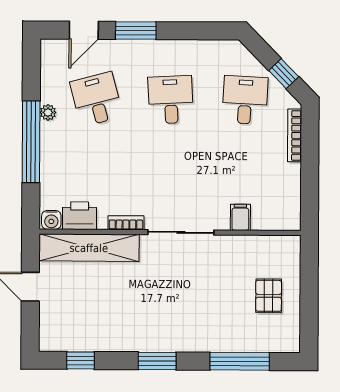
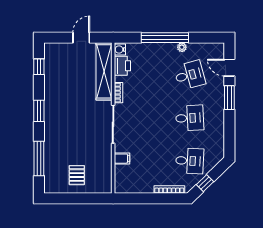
pallet: (269, 296) -> (77, 175), turned 90

